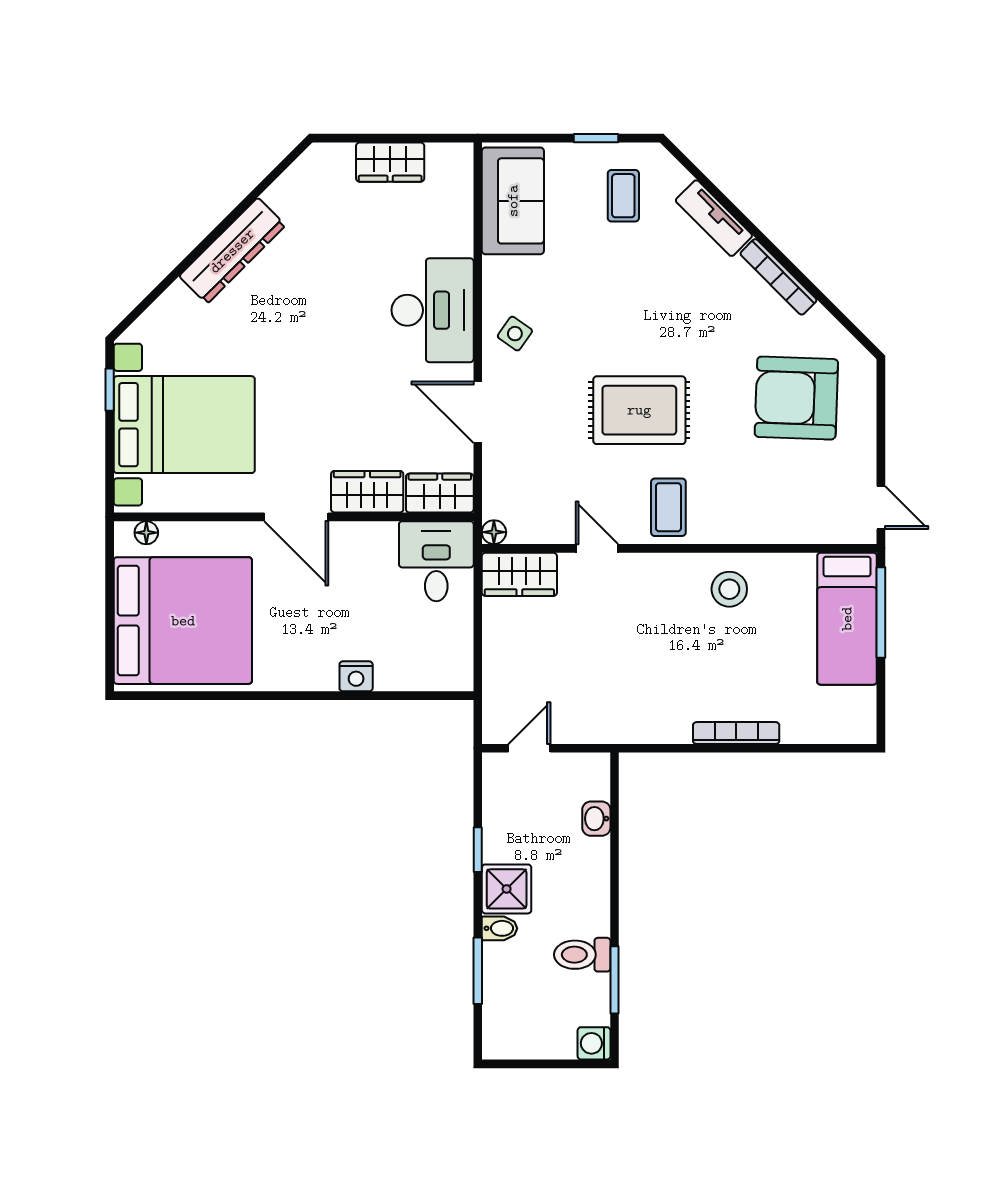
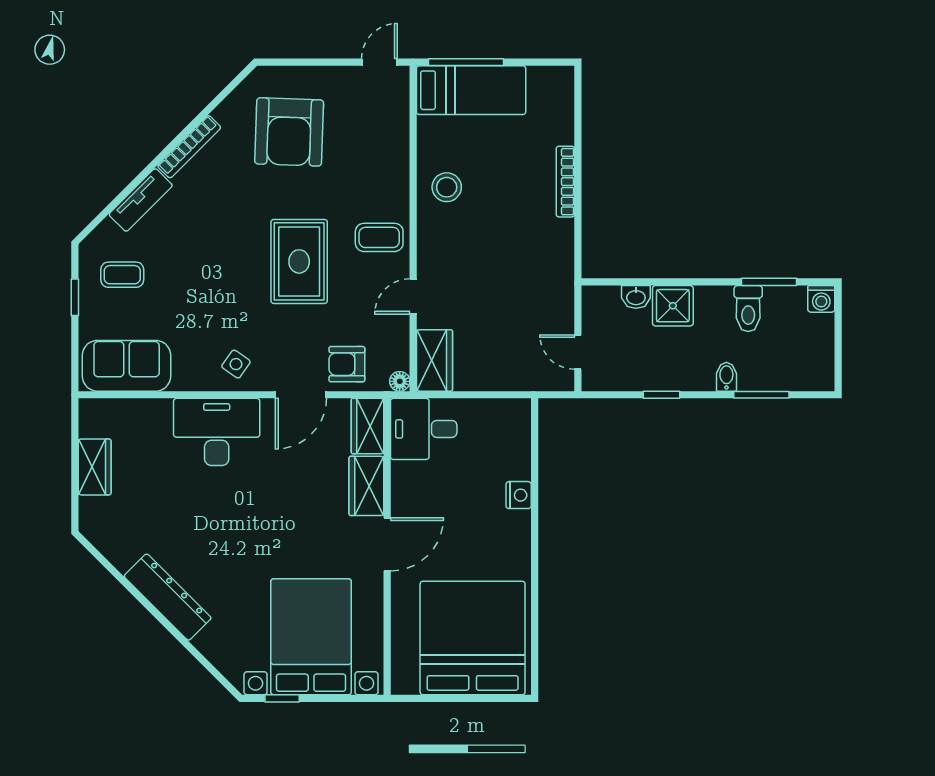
armchair: (515, 468) -> (347, 364), added
floor lamp: (146, 533) -> (400, 668), removed
shower: (507, 889) -> (673, 306), moved

